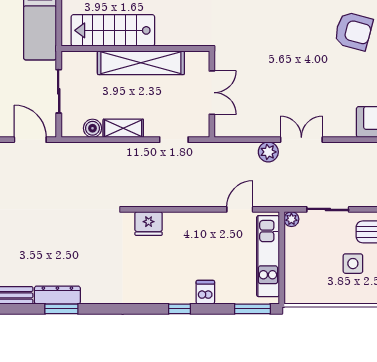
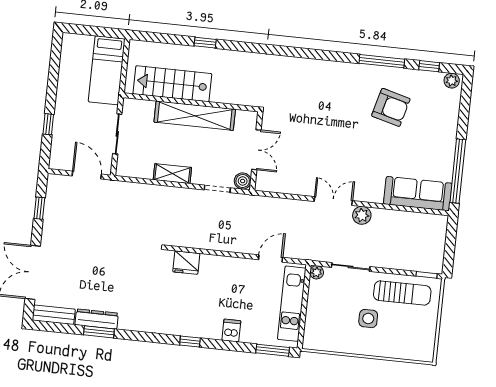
boiler: (92, 128) -> (243, 181), moved
plant: (268, 152) -> (362, 215), moved
window: (180, 309) -> (190, 341), moved

